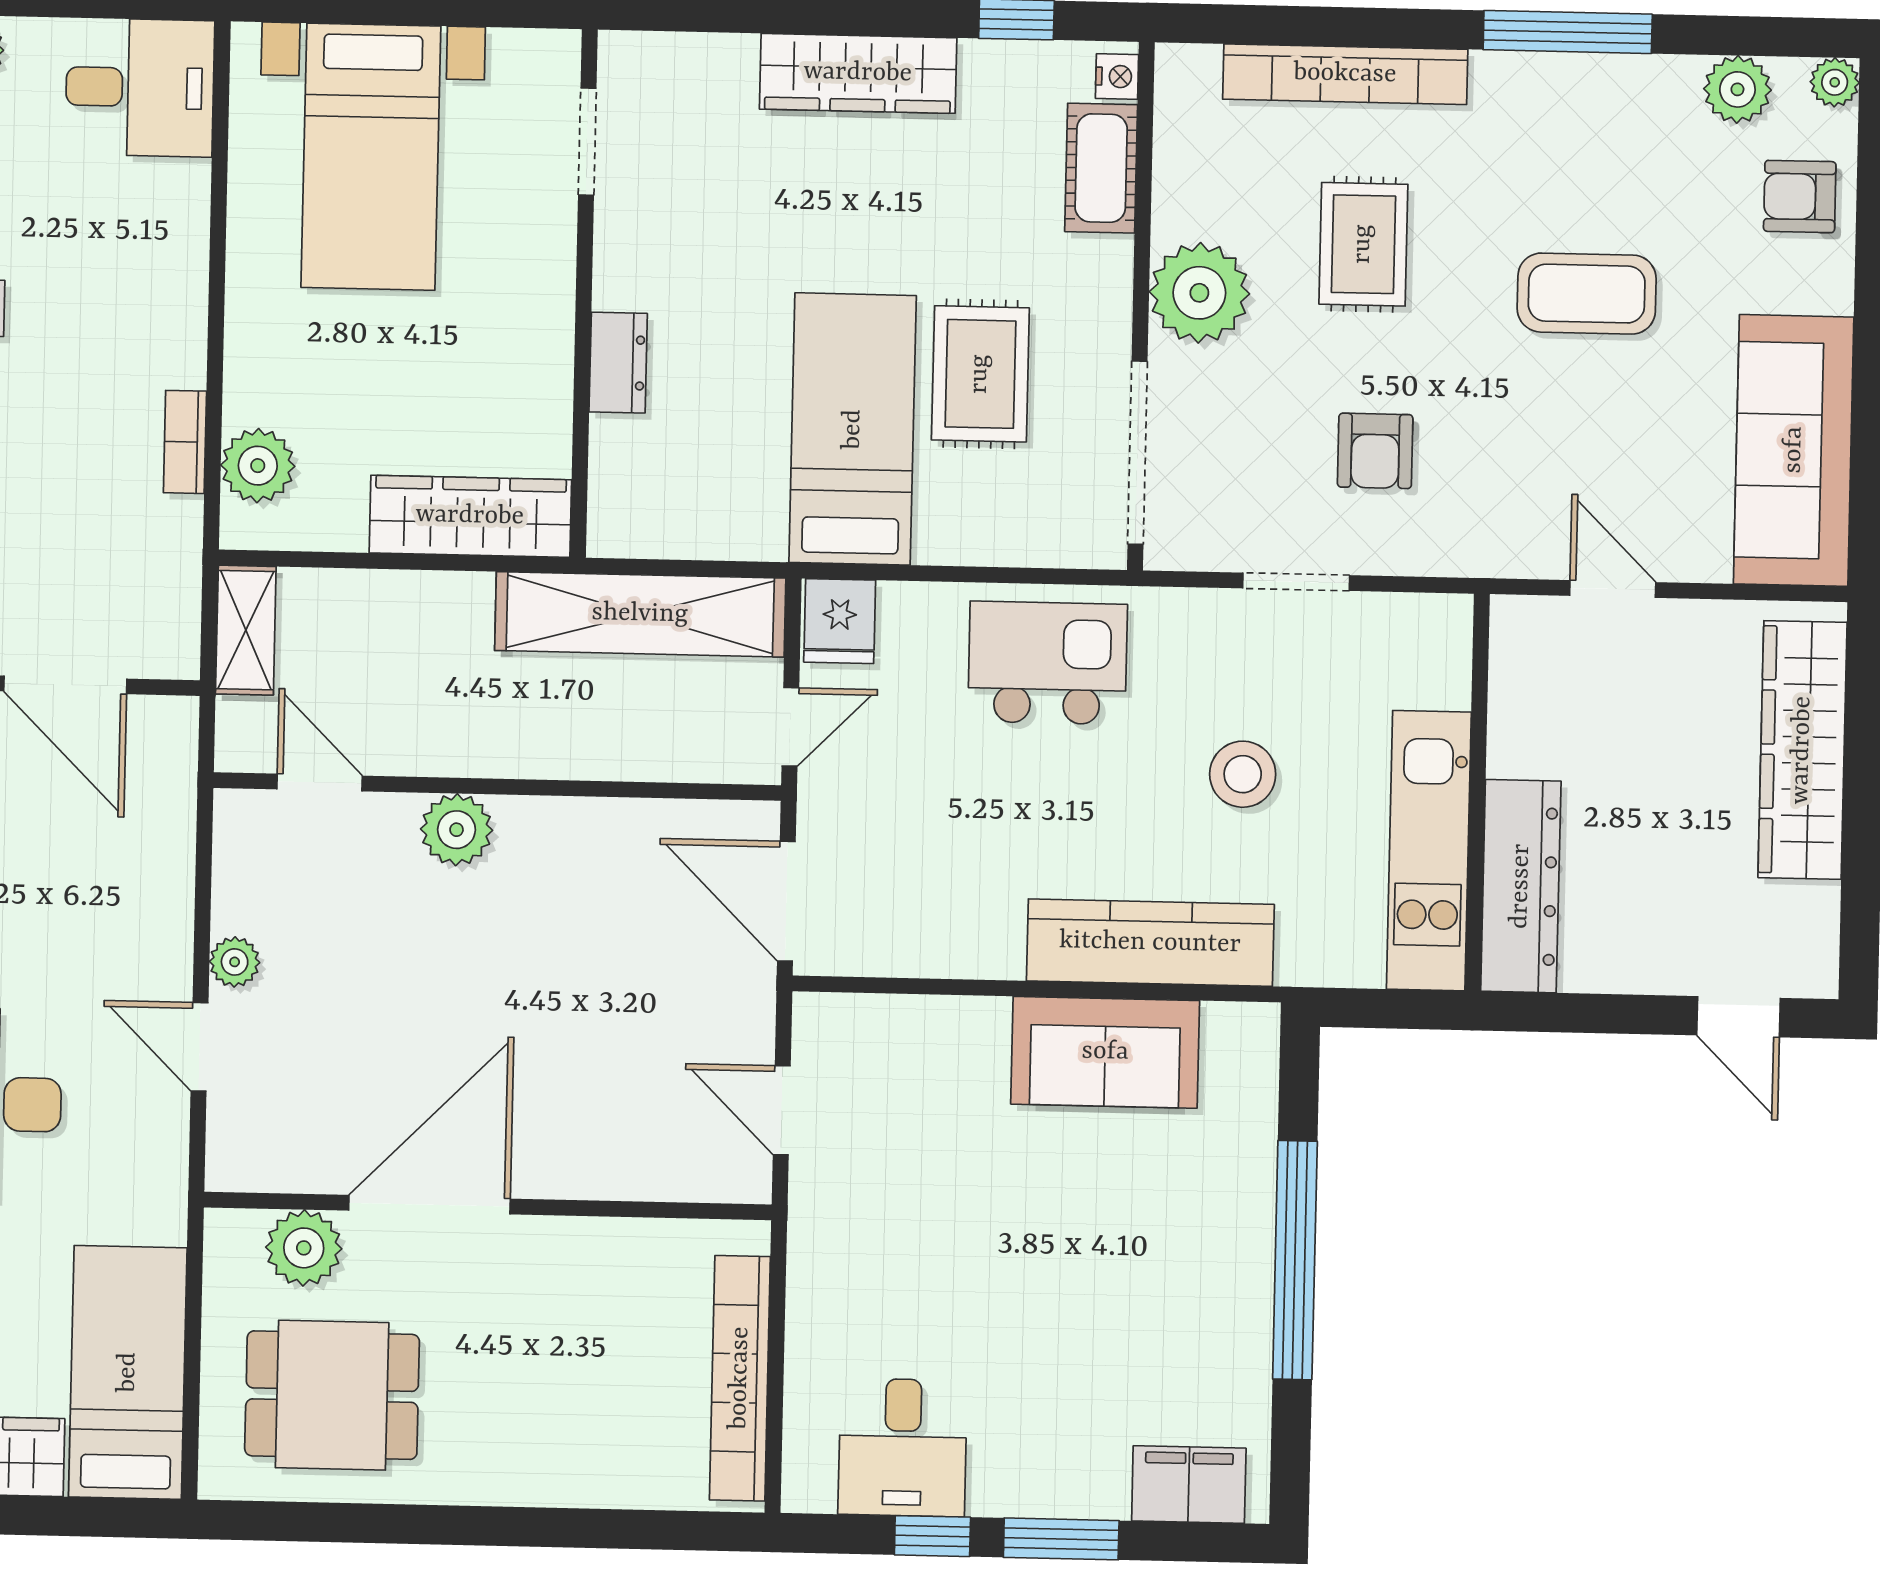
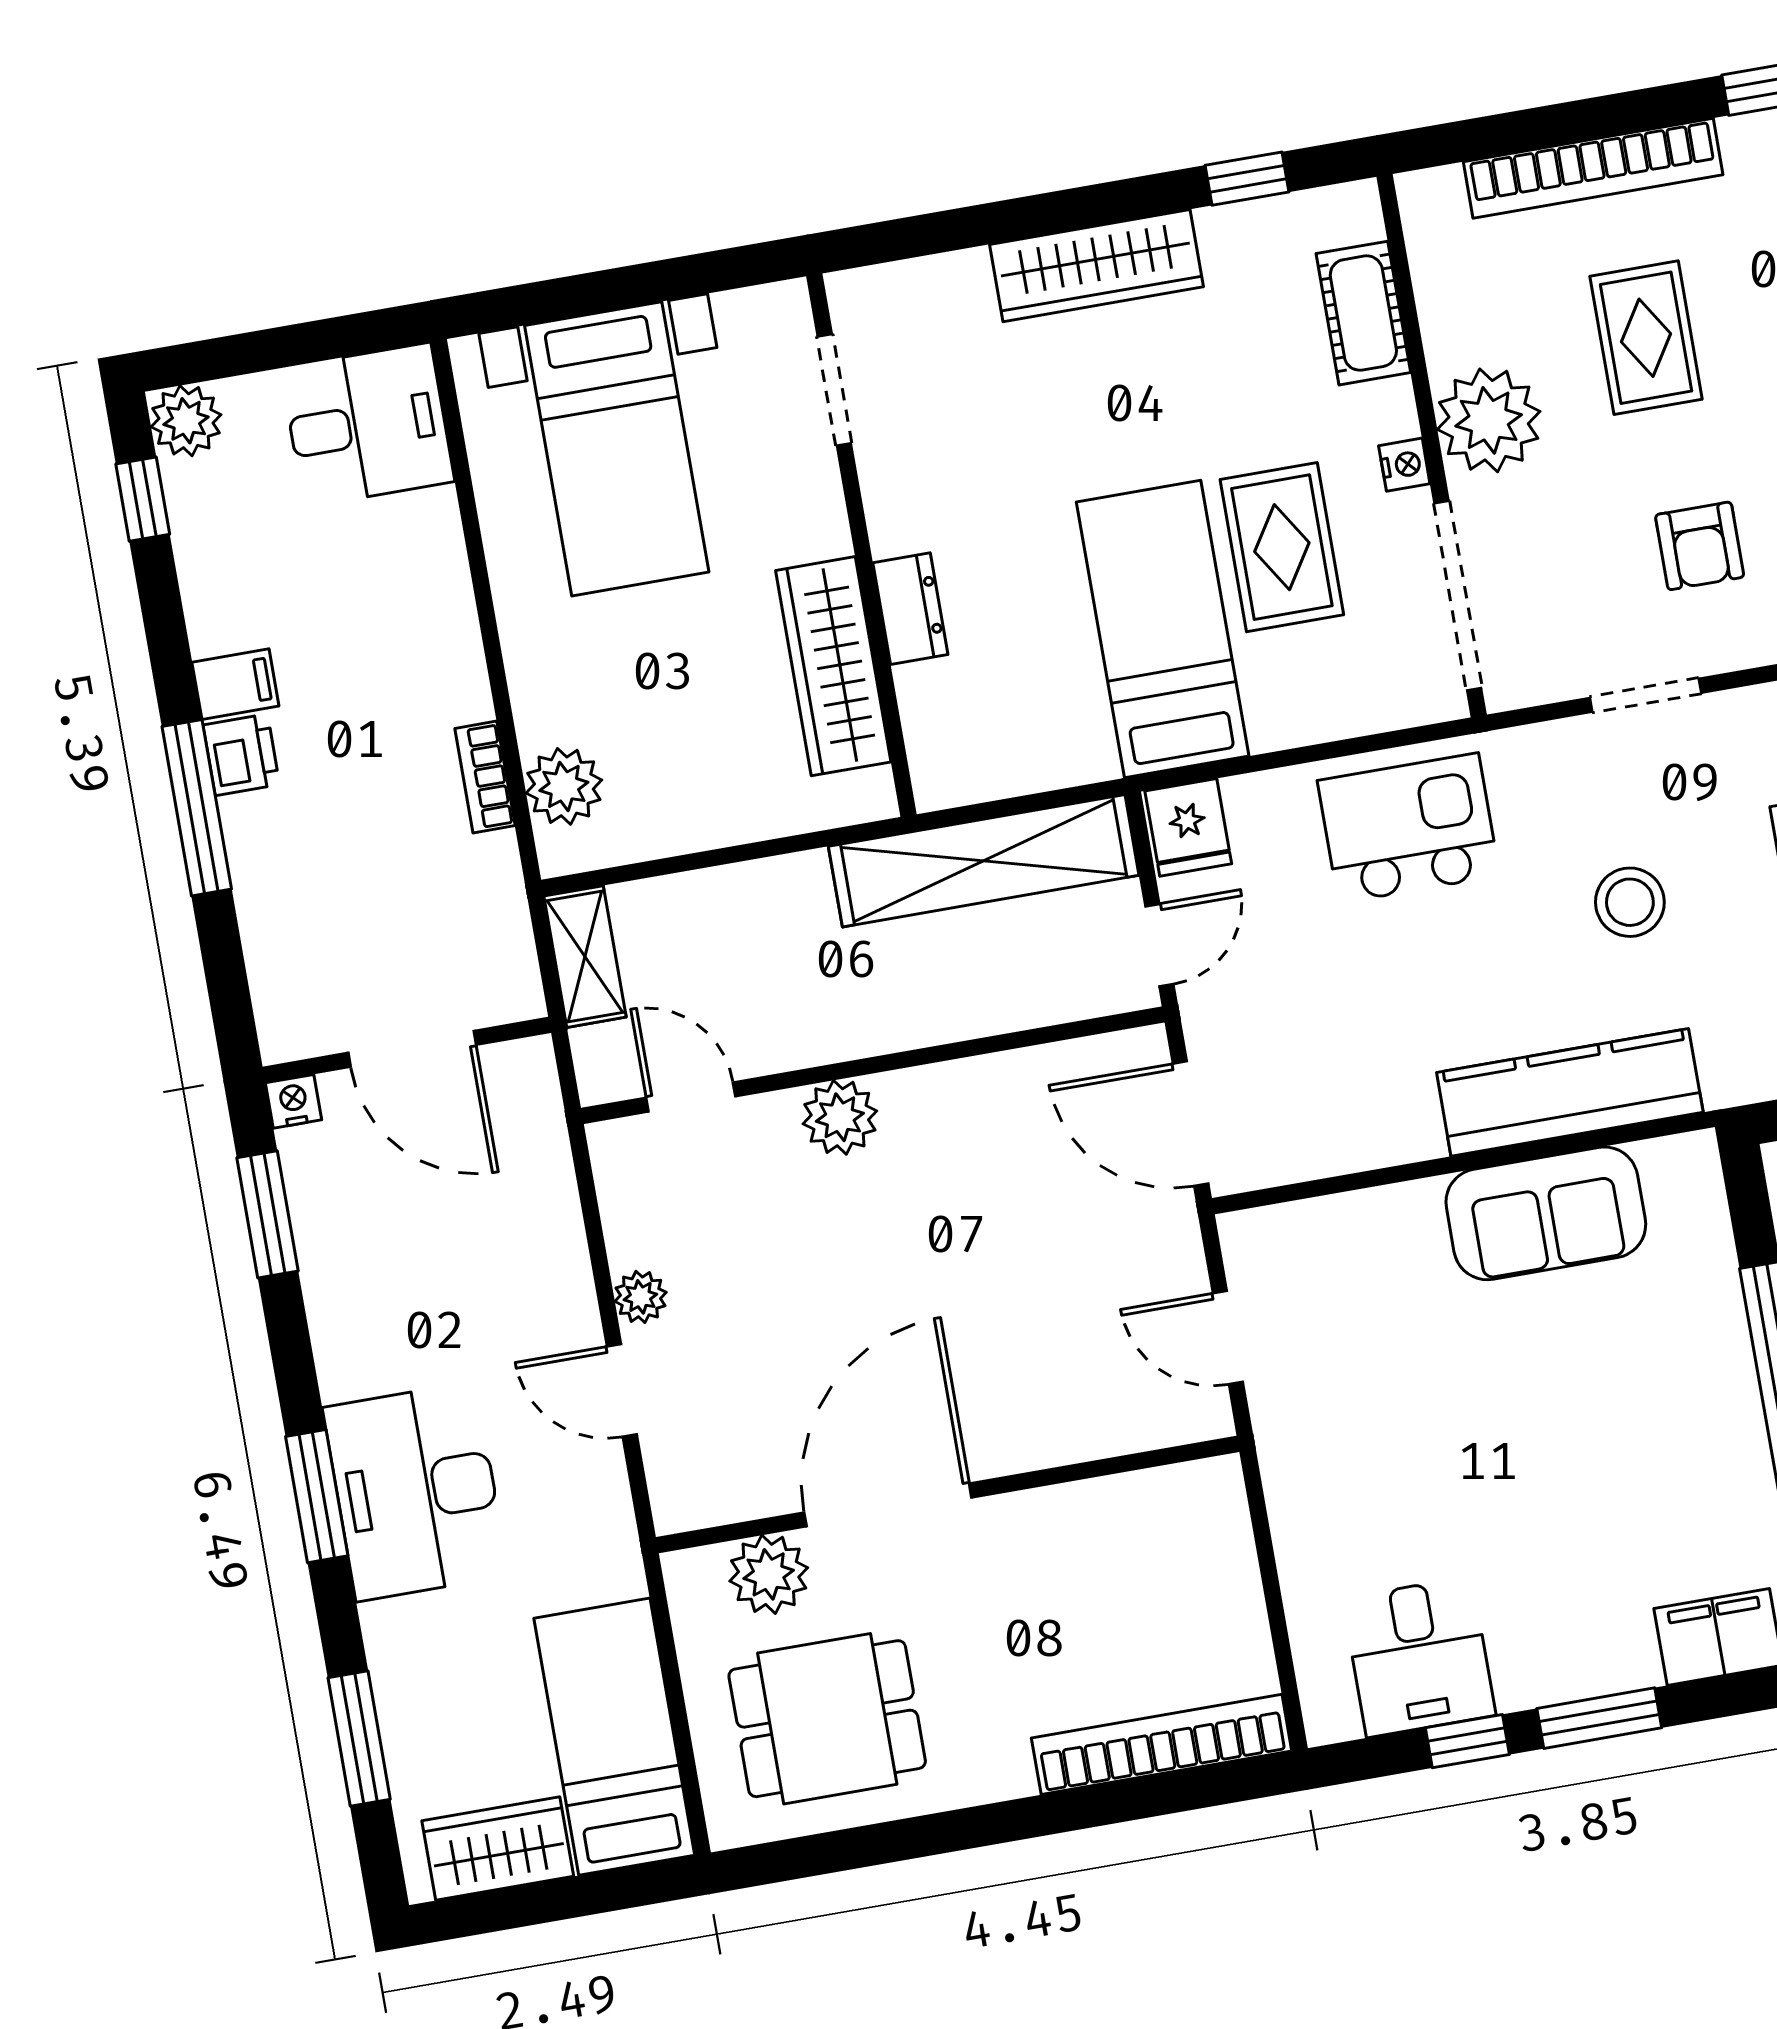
nightstand: (1117, 77) -> (1404, 465), moved
wardrobe: (470, 516) -> (833, 666), moved, turned -90
bookcase: (740, 1378) -> (1162, 1744), moved, turned 90

